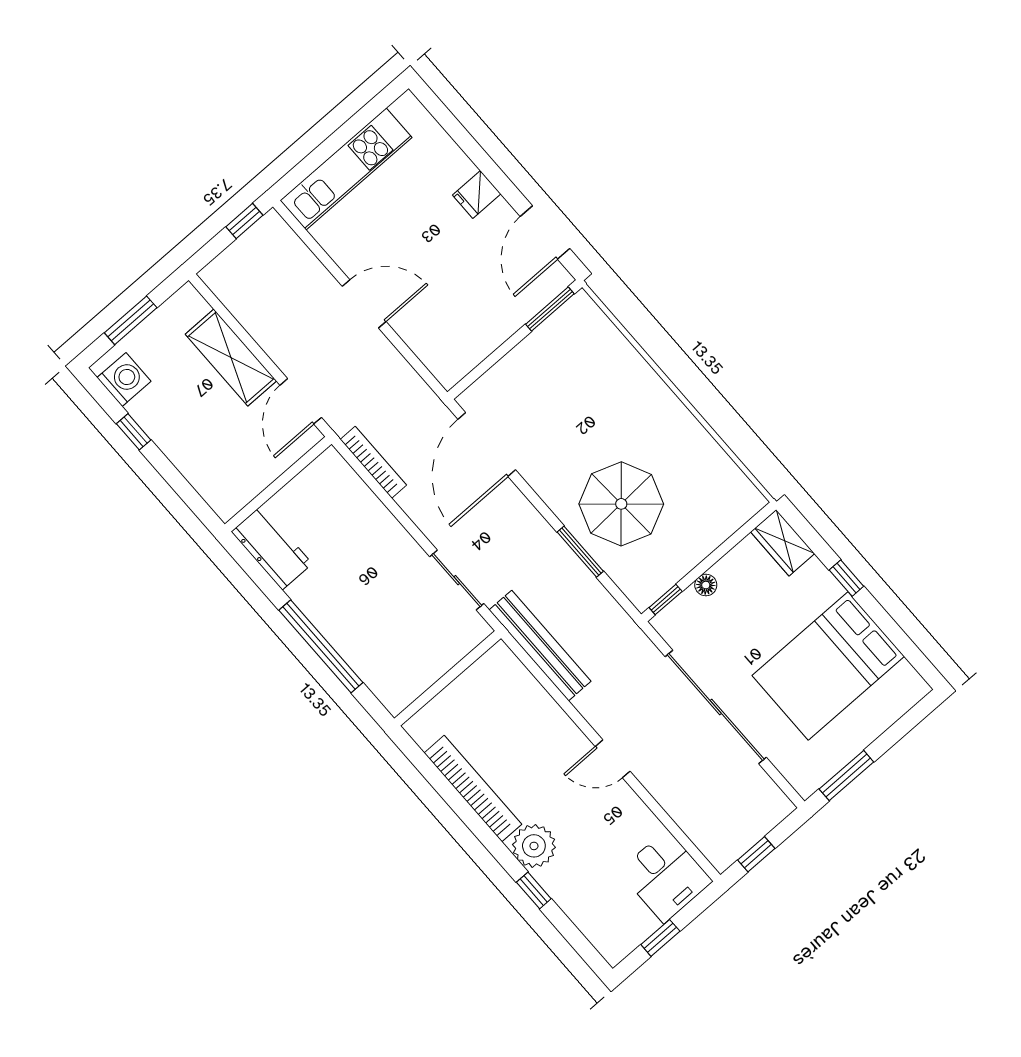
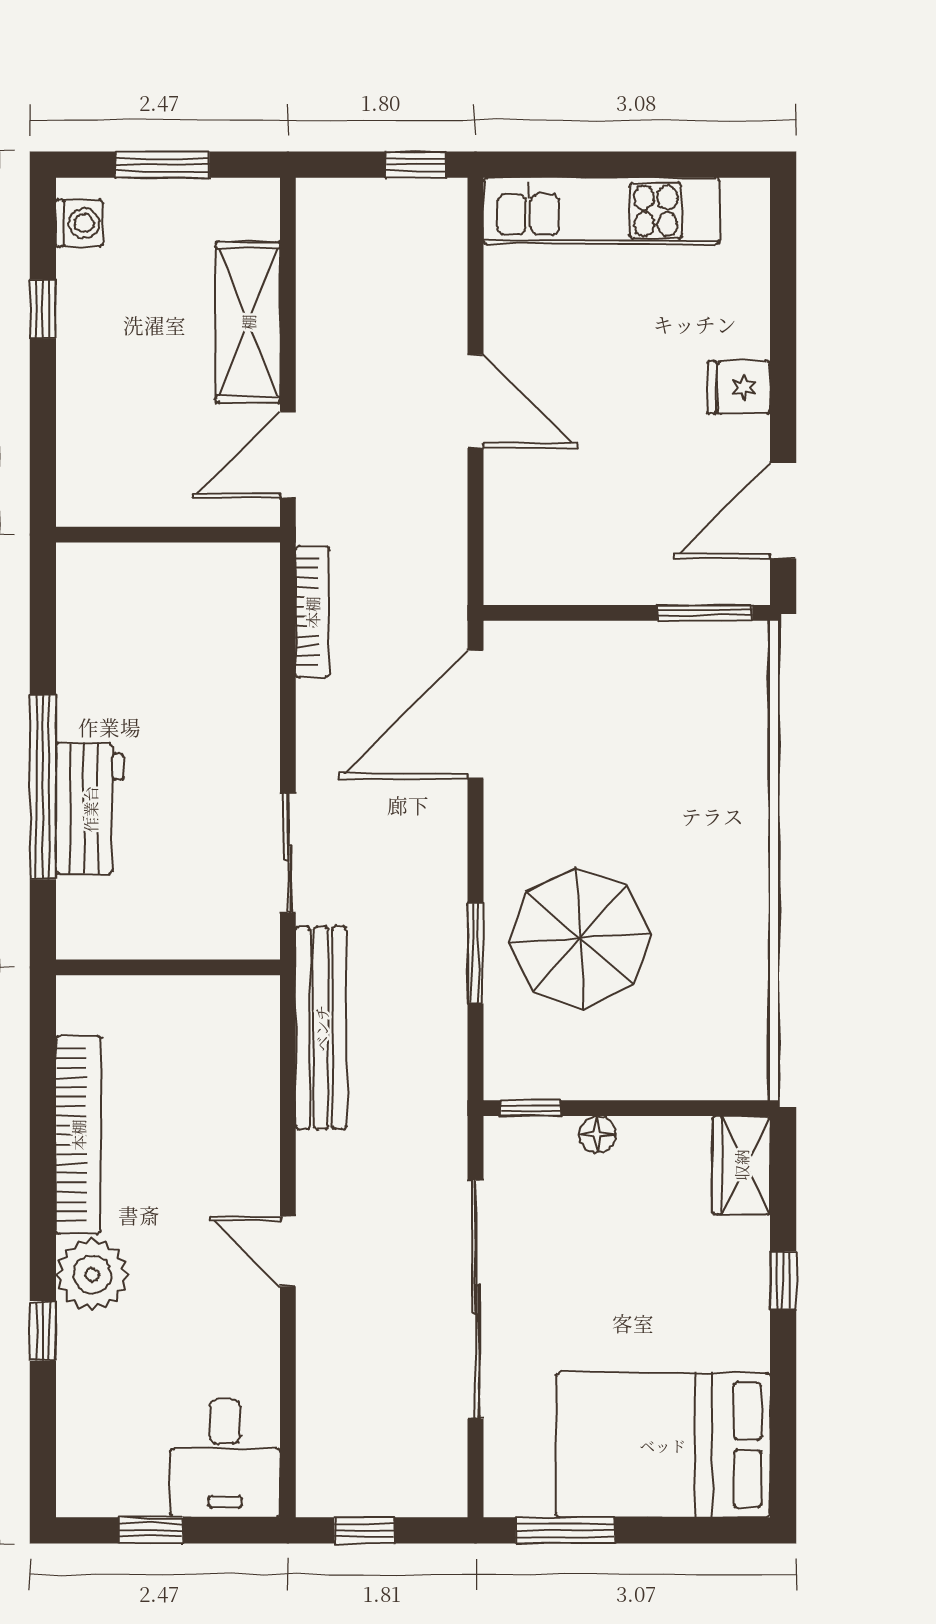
washing machine: (124, 380) -> (79, 223), width x0.73, depth x0.73
workbench: (272, 548) -> (90, 809), moved
bed: (828, 666) -> (663, 1445), moved

